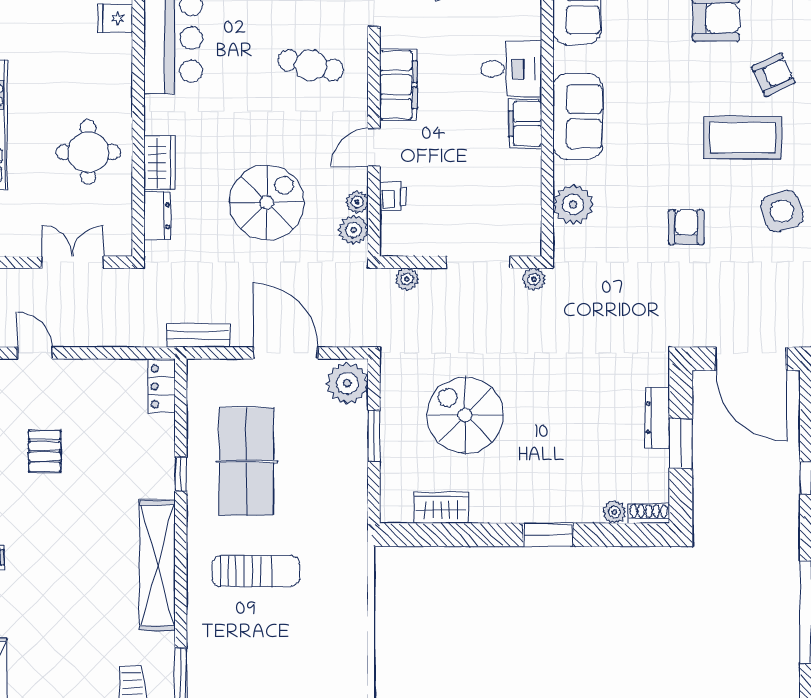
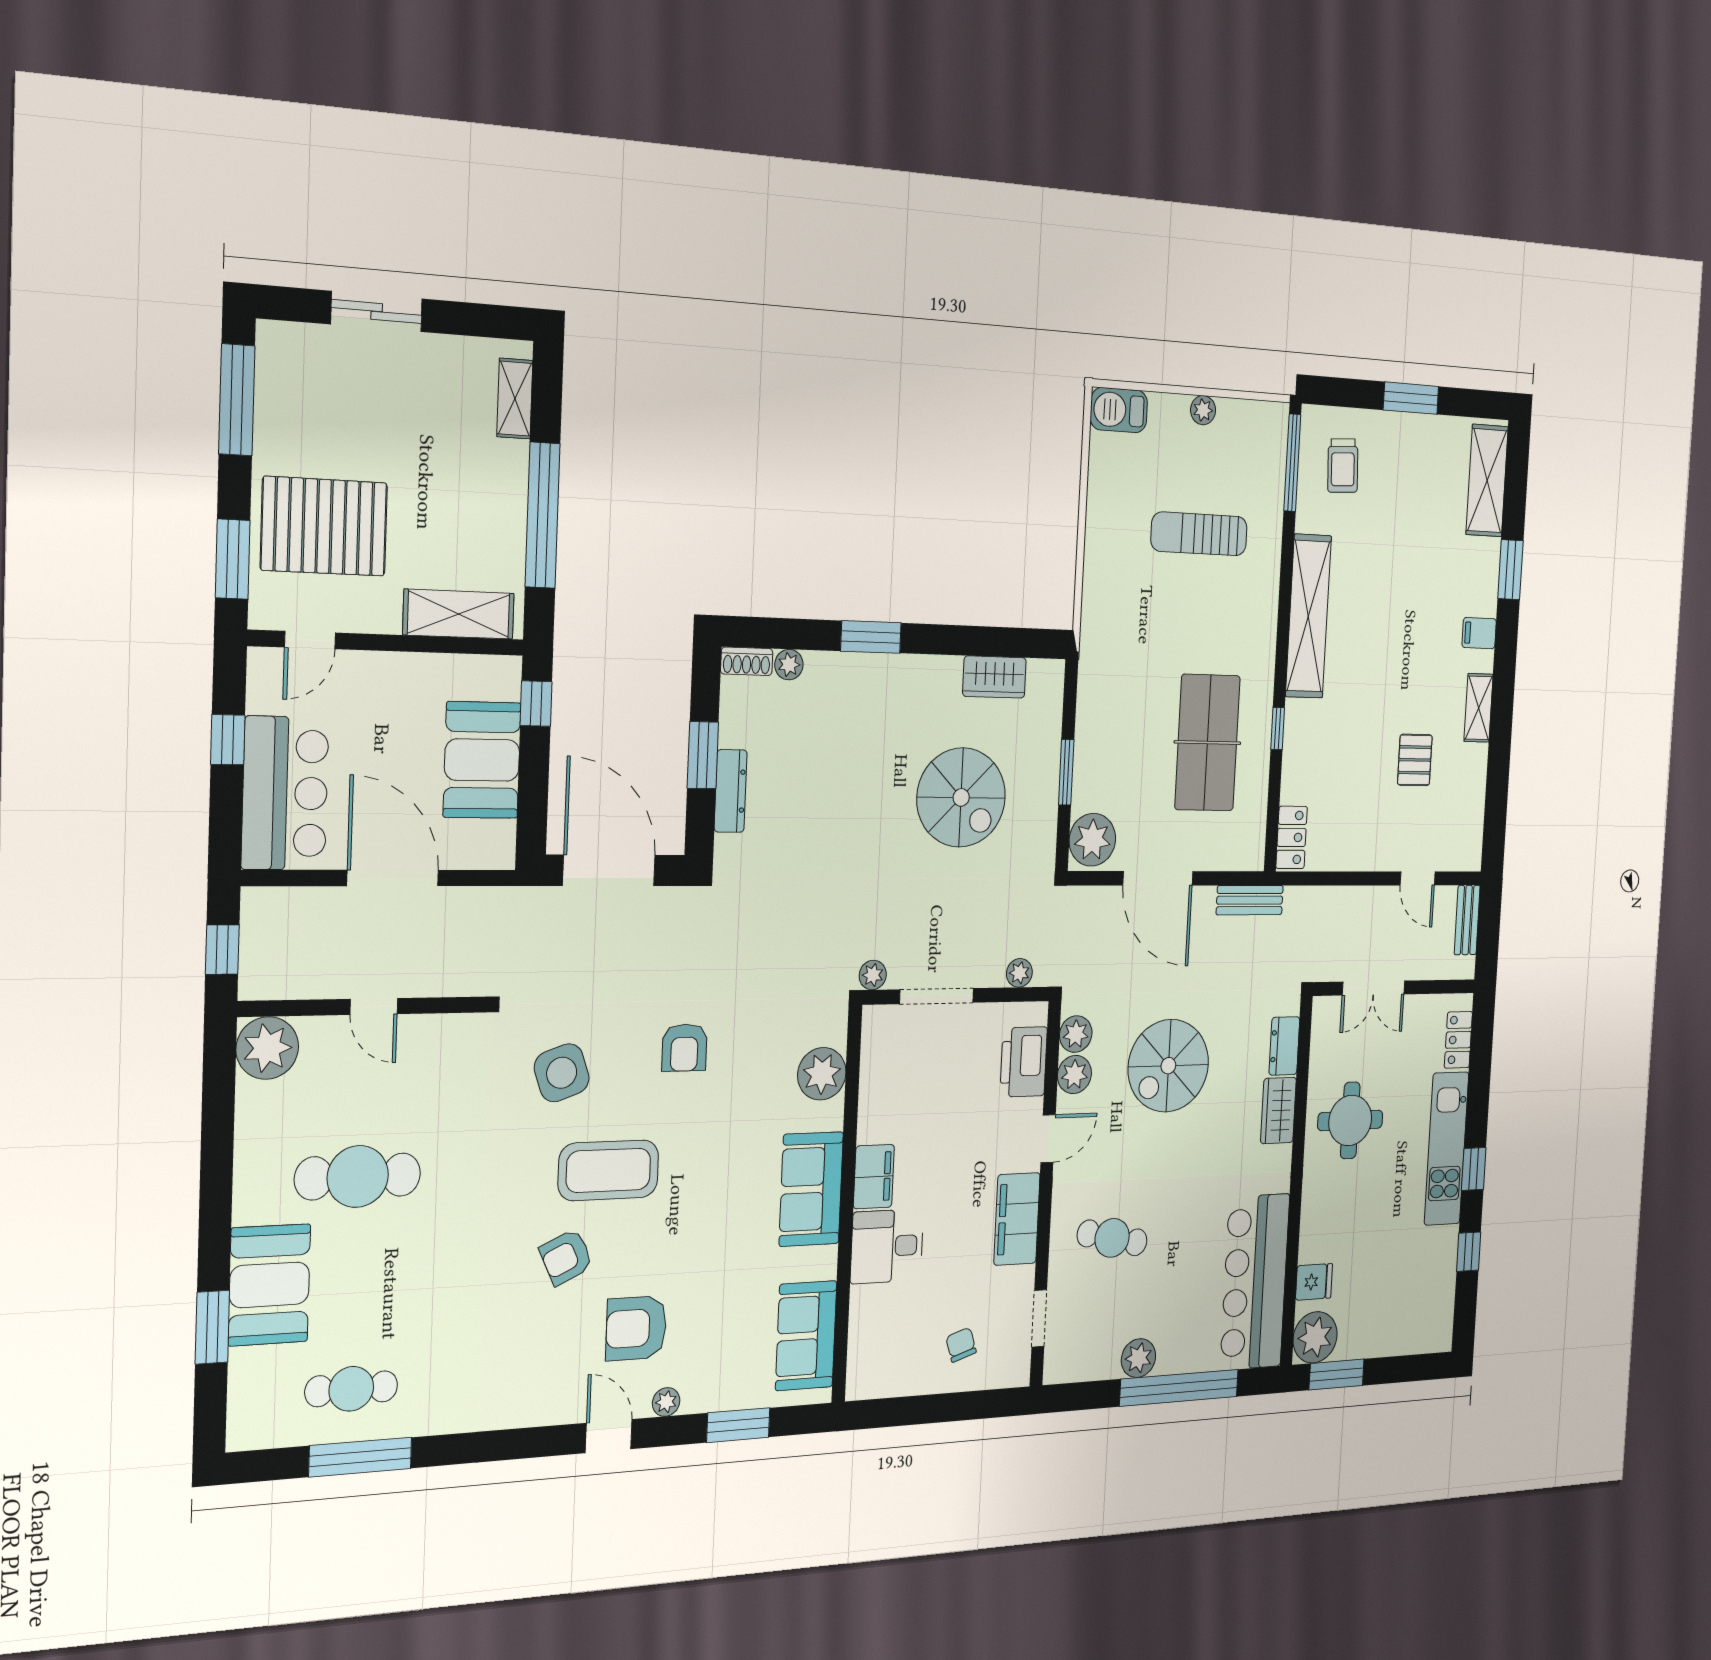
printer: (393, 196) -> (1024, 1062), width x1.87, depth x1.48
plant: (357, 202) -> (1074, 1075), width x1.38, depth x1.38
sun lounger: (256, 571) -> (1199, 534), moved

